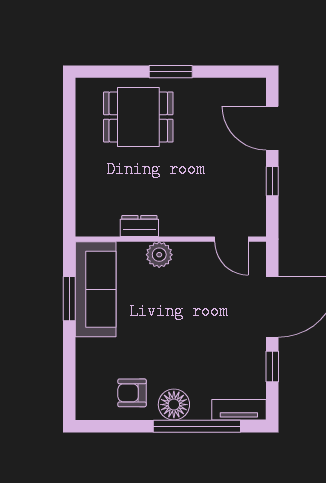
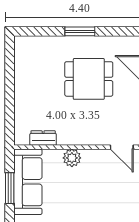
dining table: (138, 117) -> (89, 79), moved
dresser: (139, 226) -> (43, 138), moved

